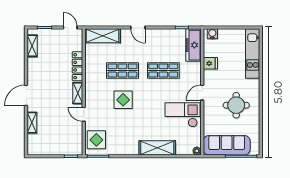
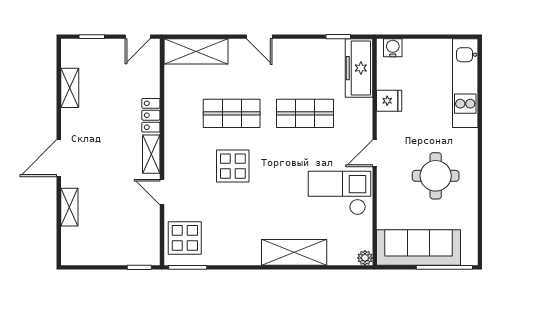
door: (70, 28) -> (138, 37), swing flipped
shelving: (32, 46) -> (70, 88), moved
locker: (77, 66) -> (151, 115), width x0.66

